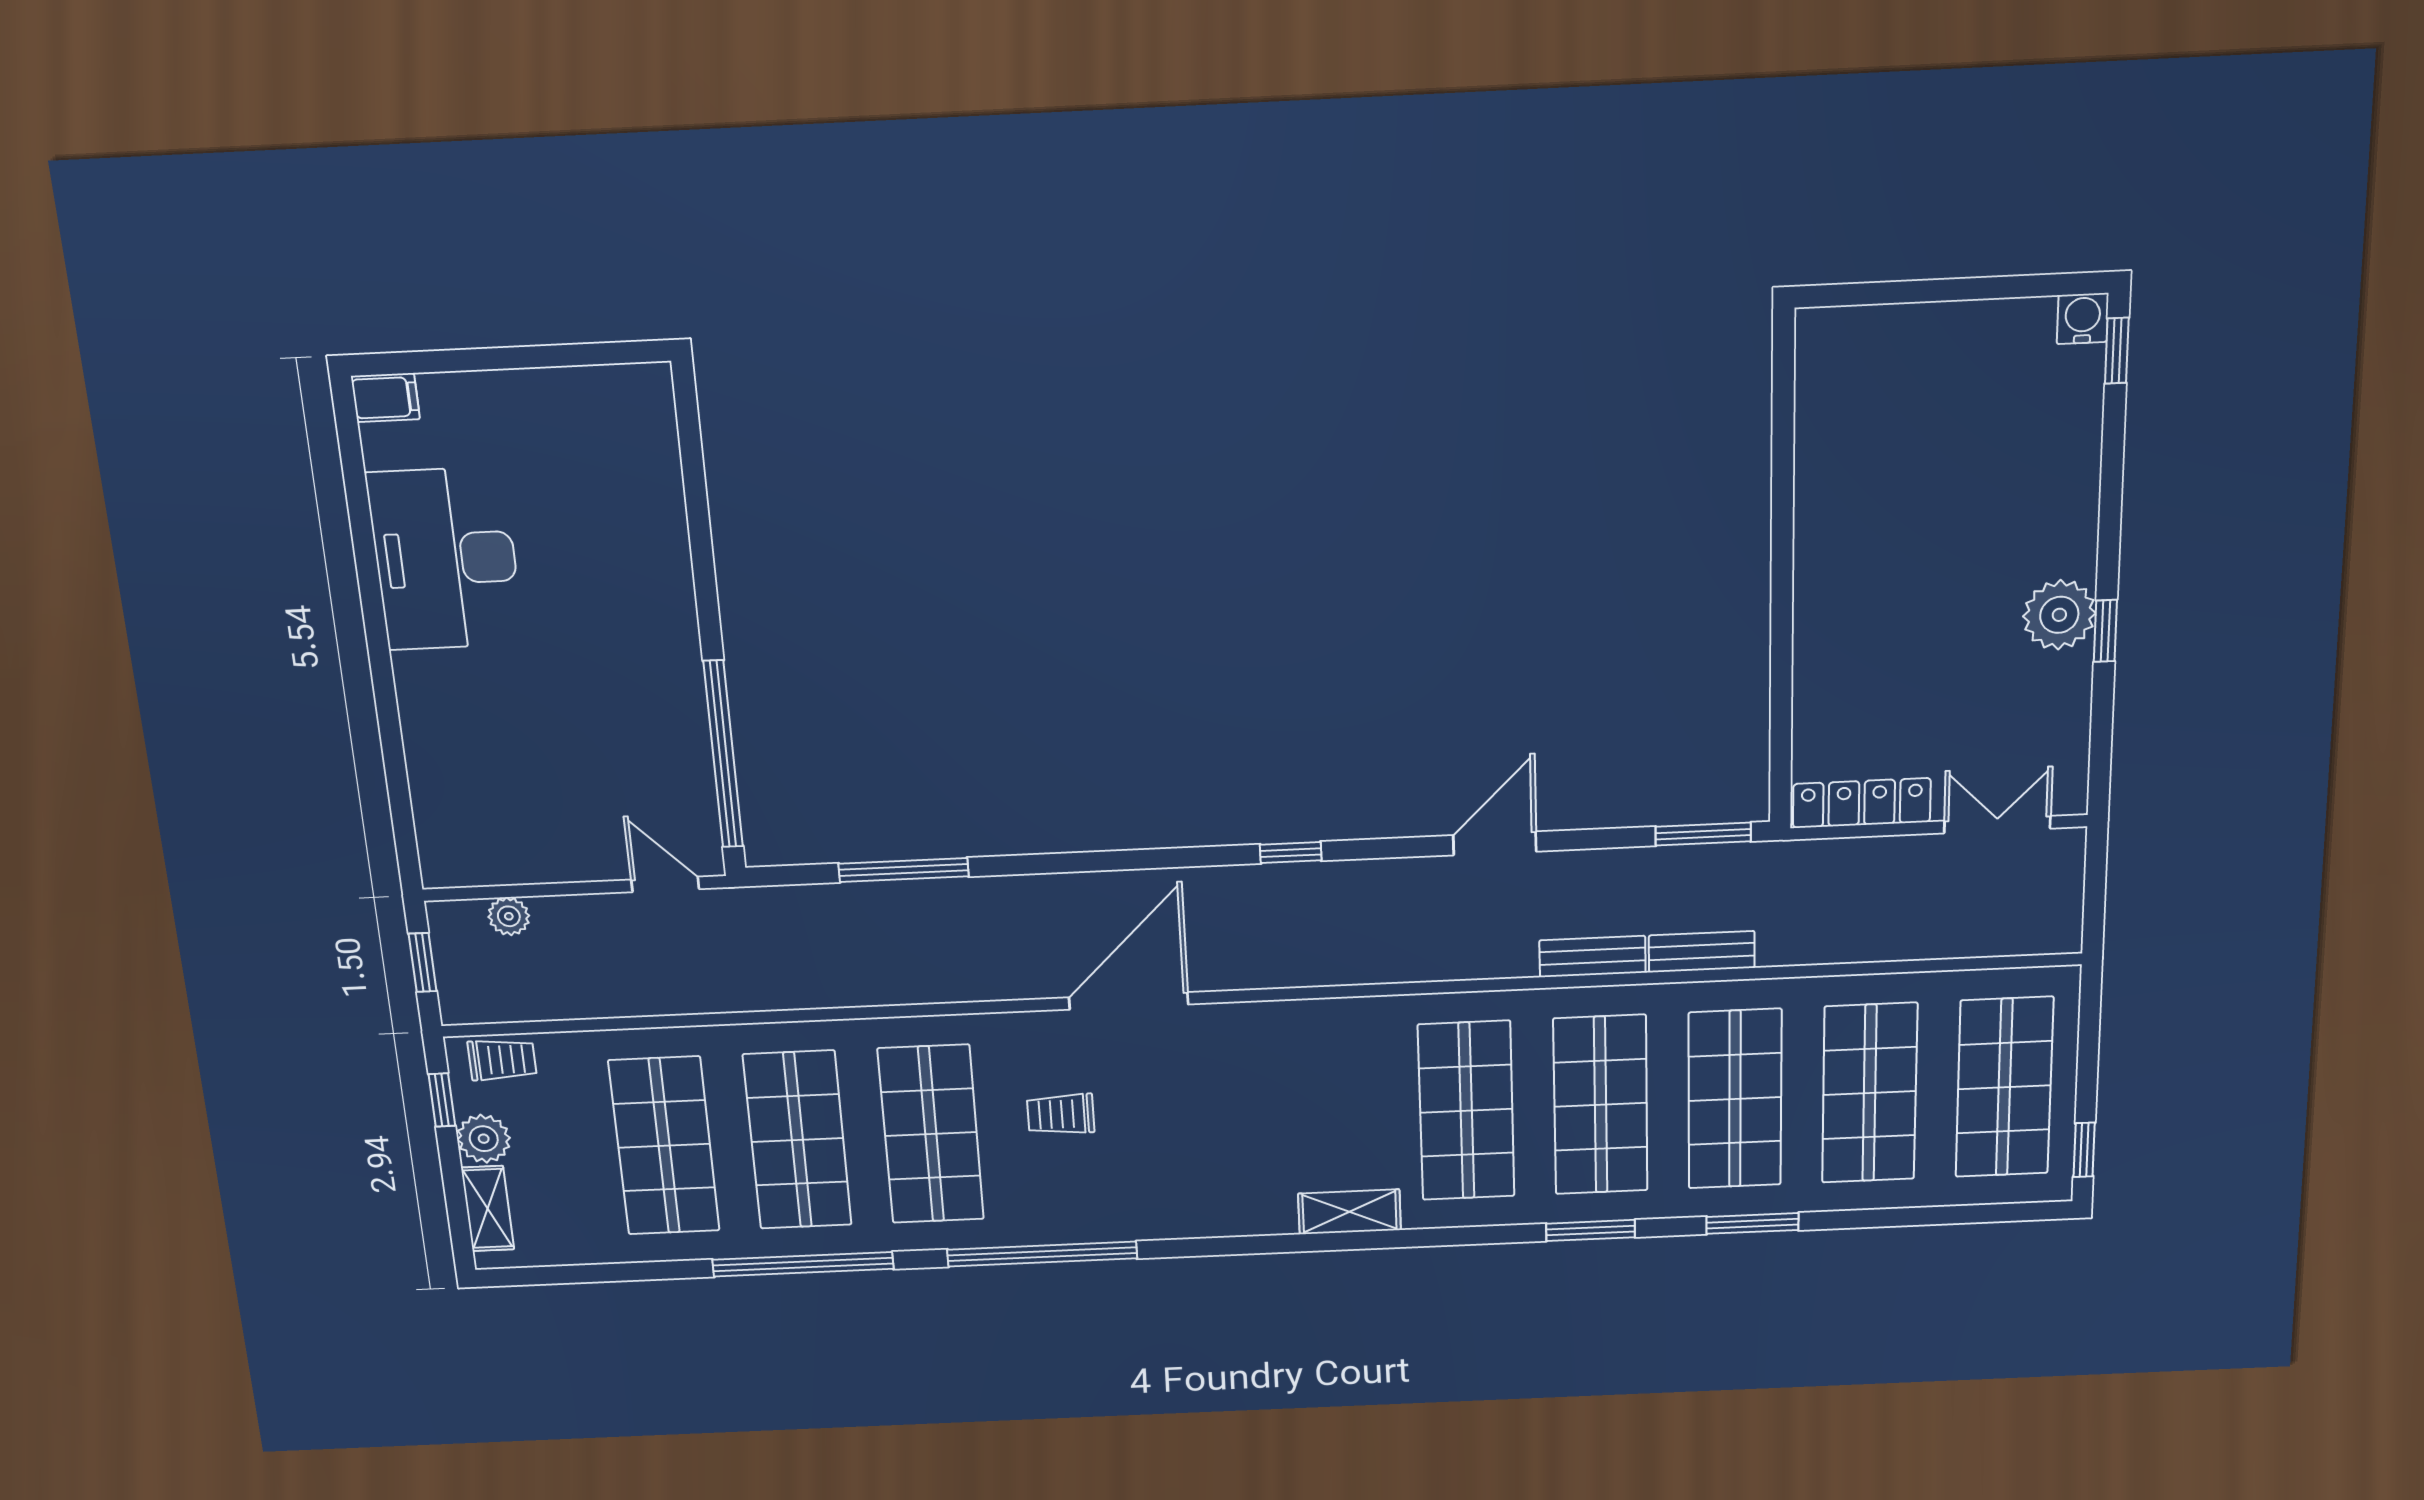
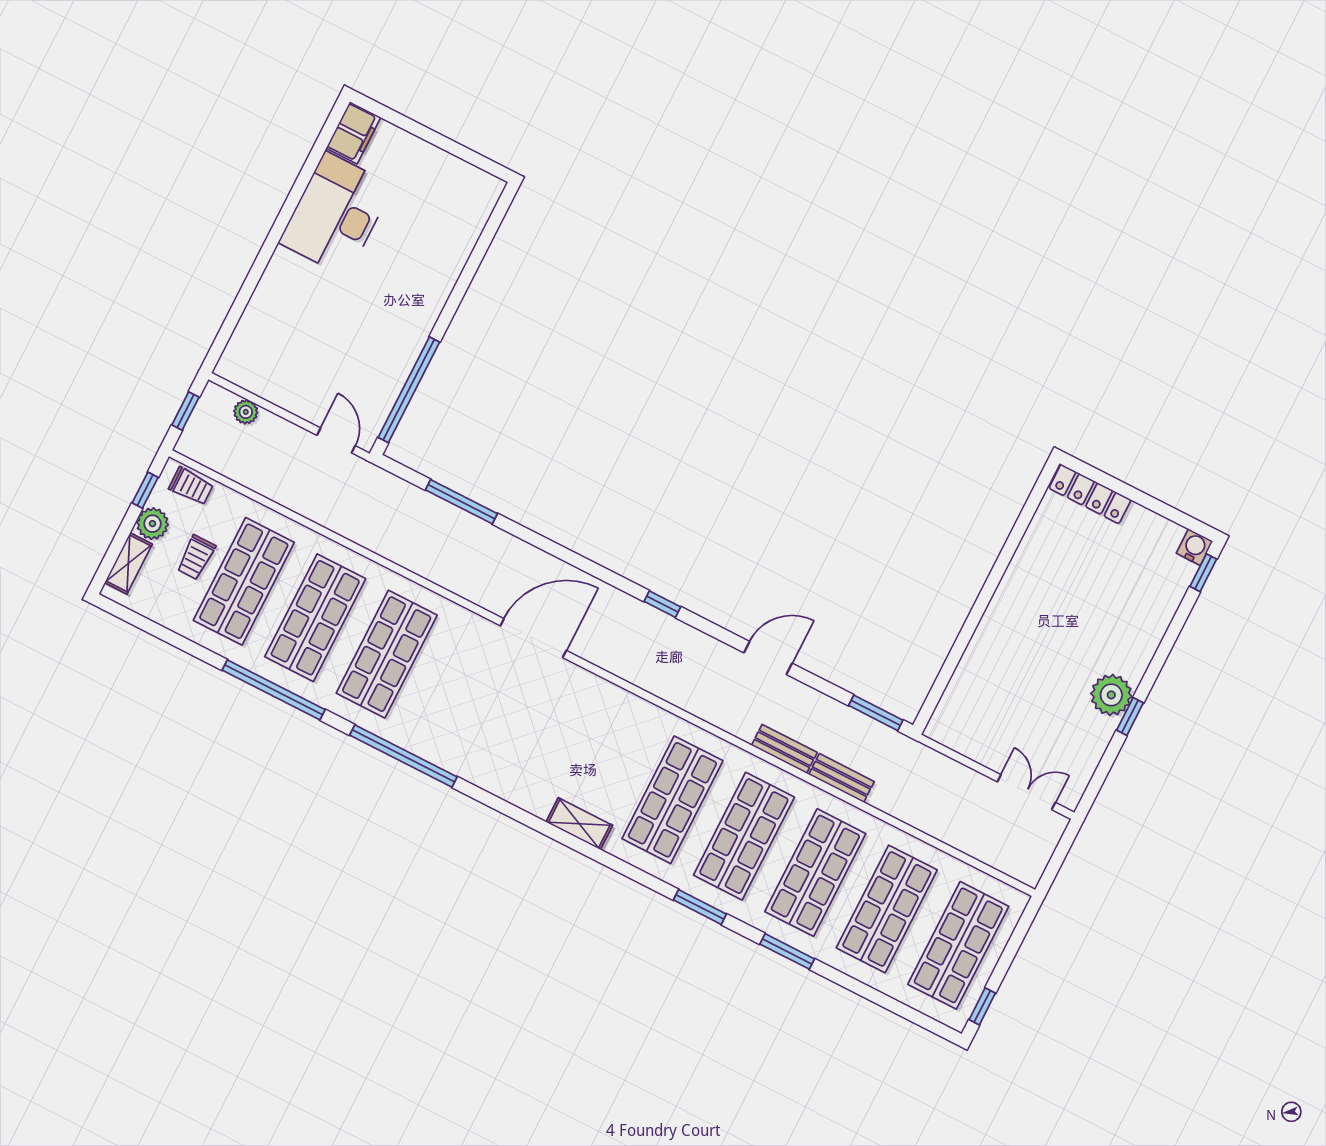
filing cabinet: (385, 398) -> (353, 133), width x2.00
locker: (1862, 803) -> (1090, 494), moved, turned 180
trolley: (1061, 1114) -> (196, 557), moved, turned -90

